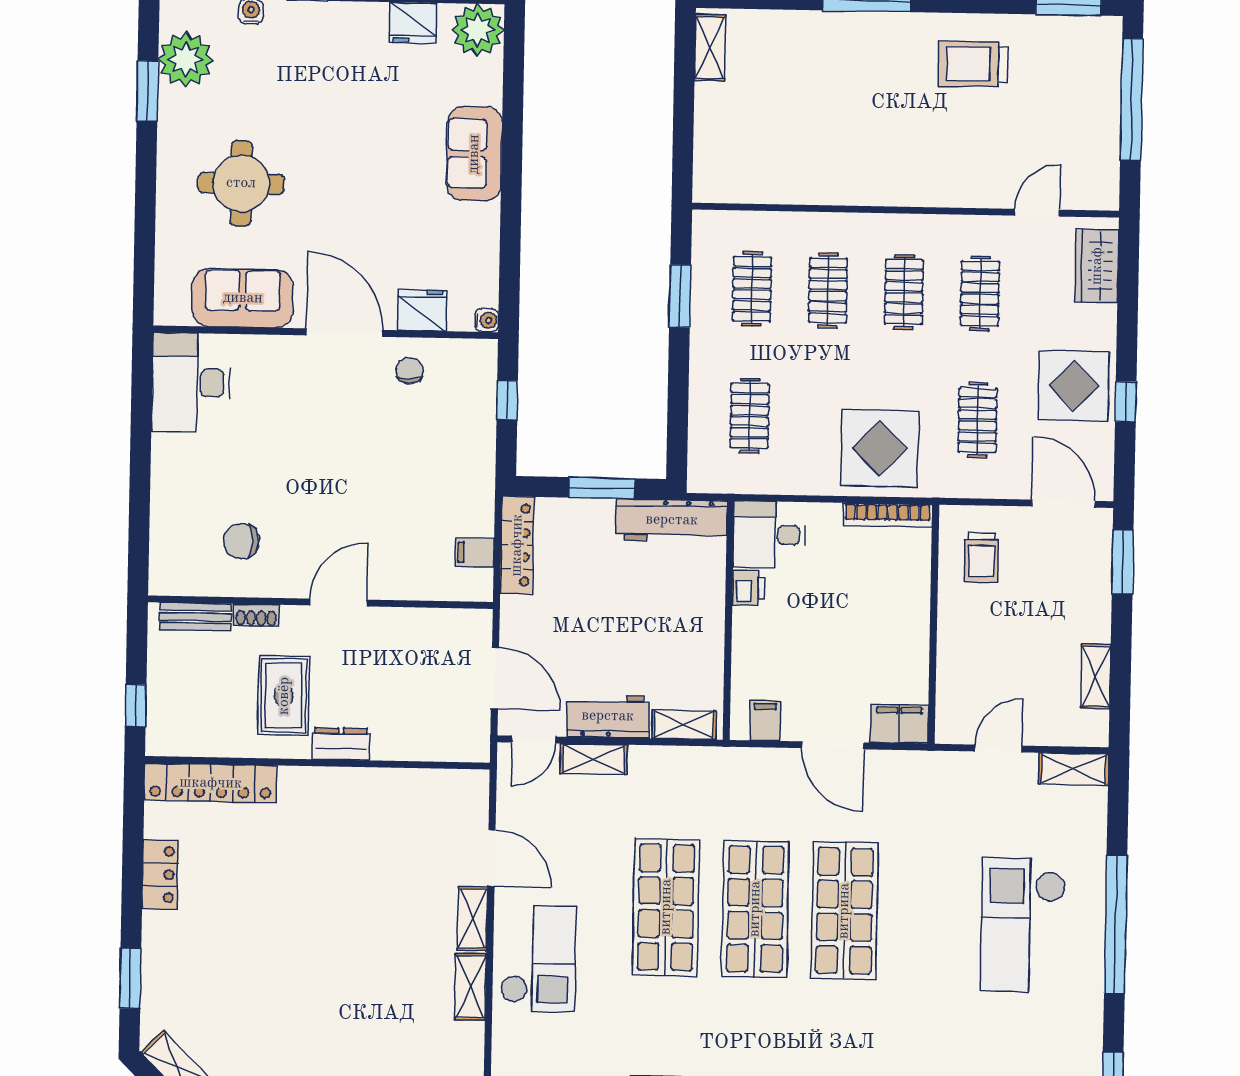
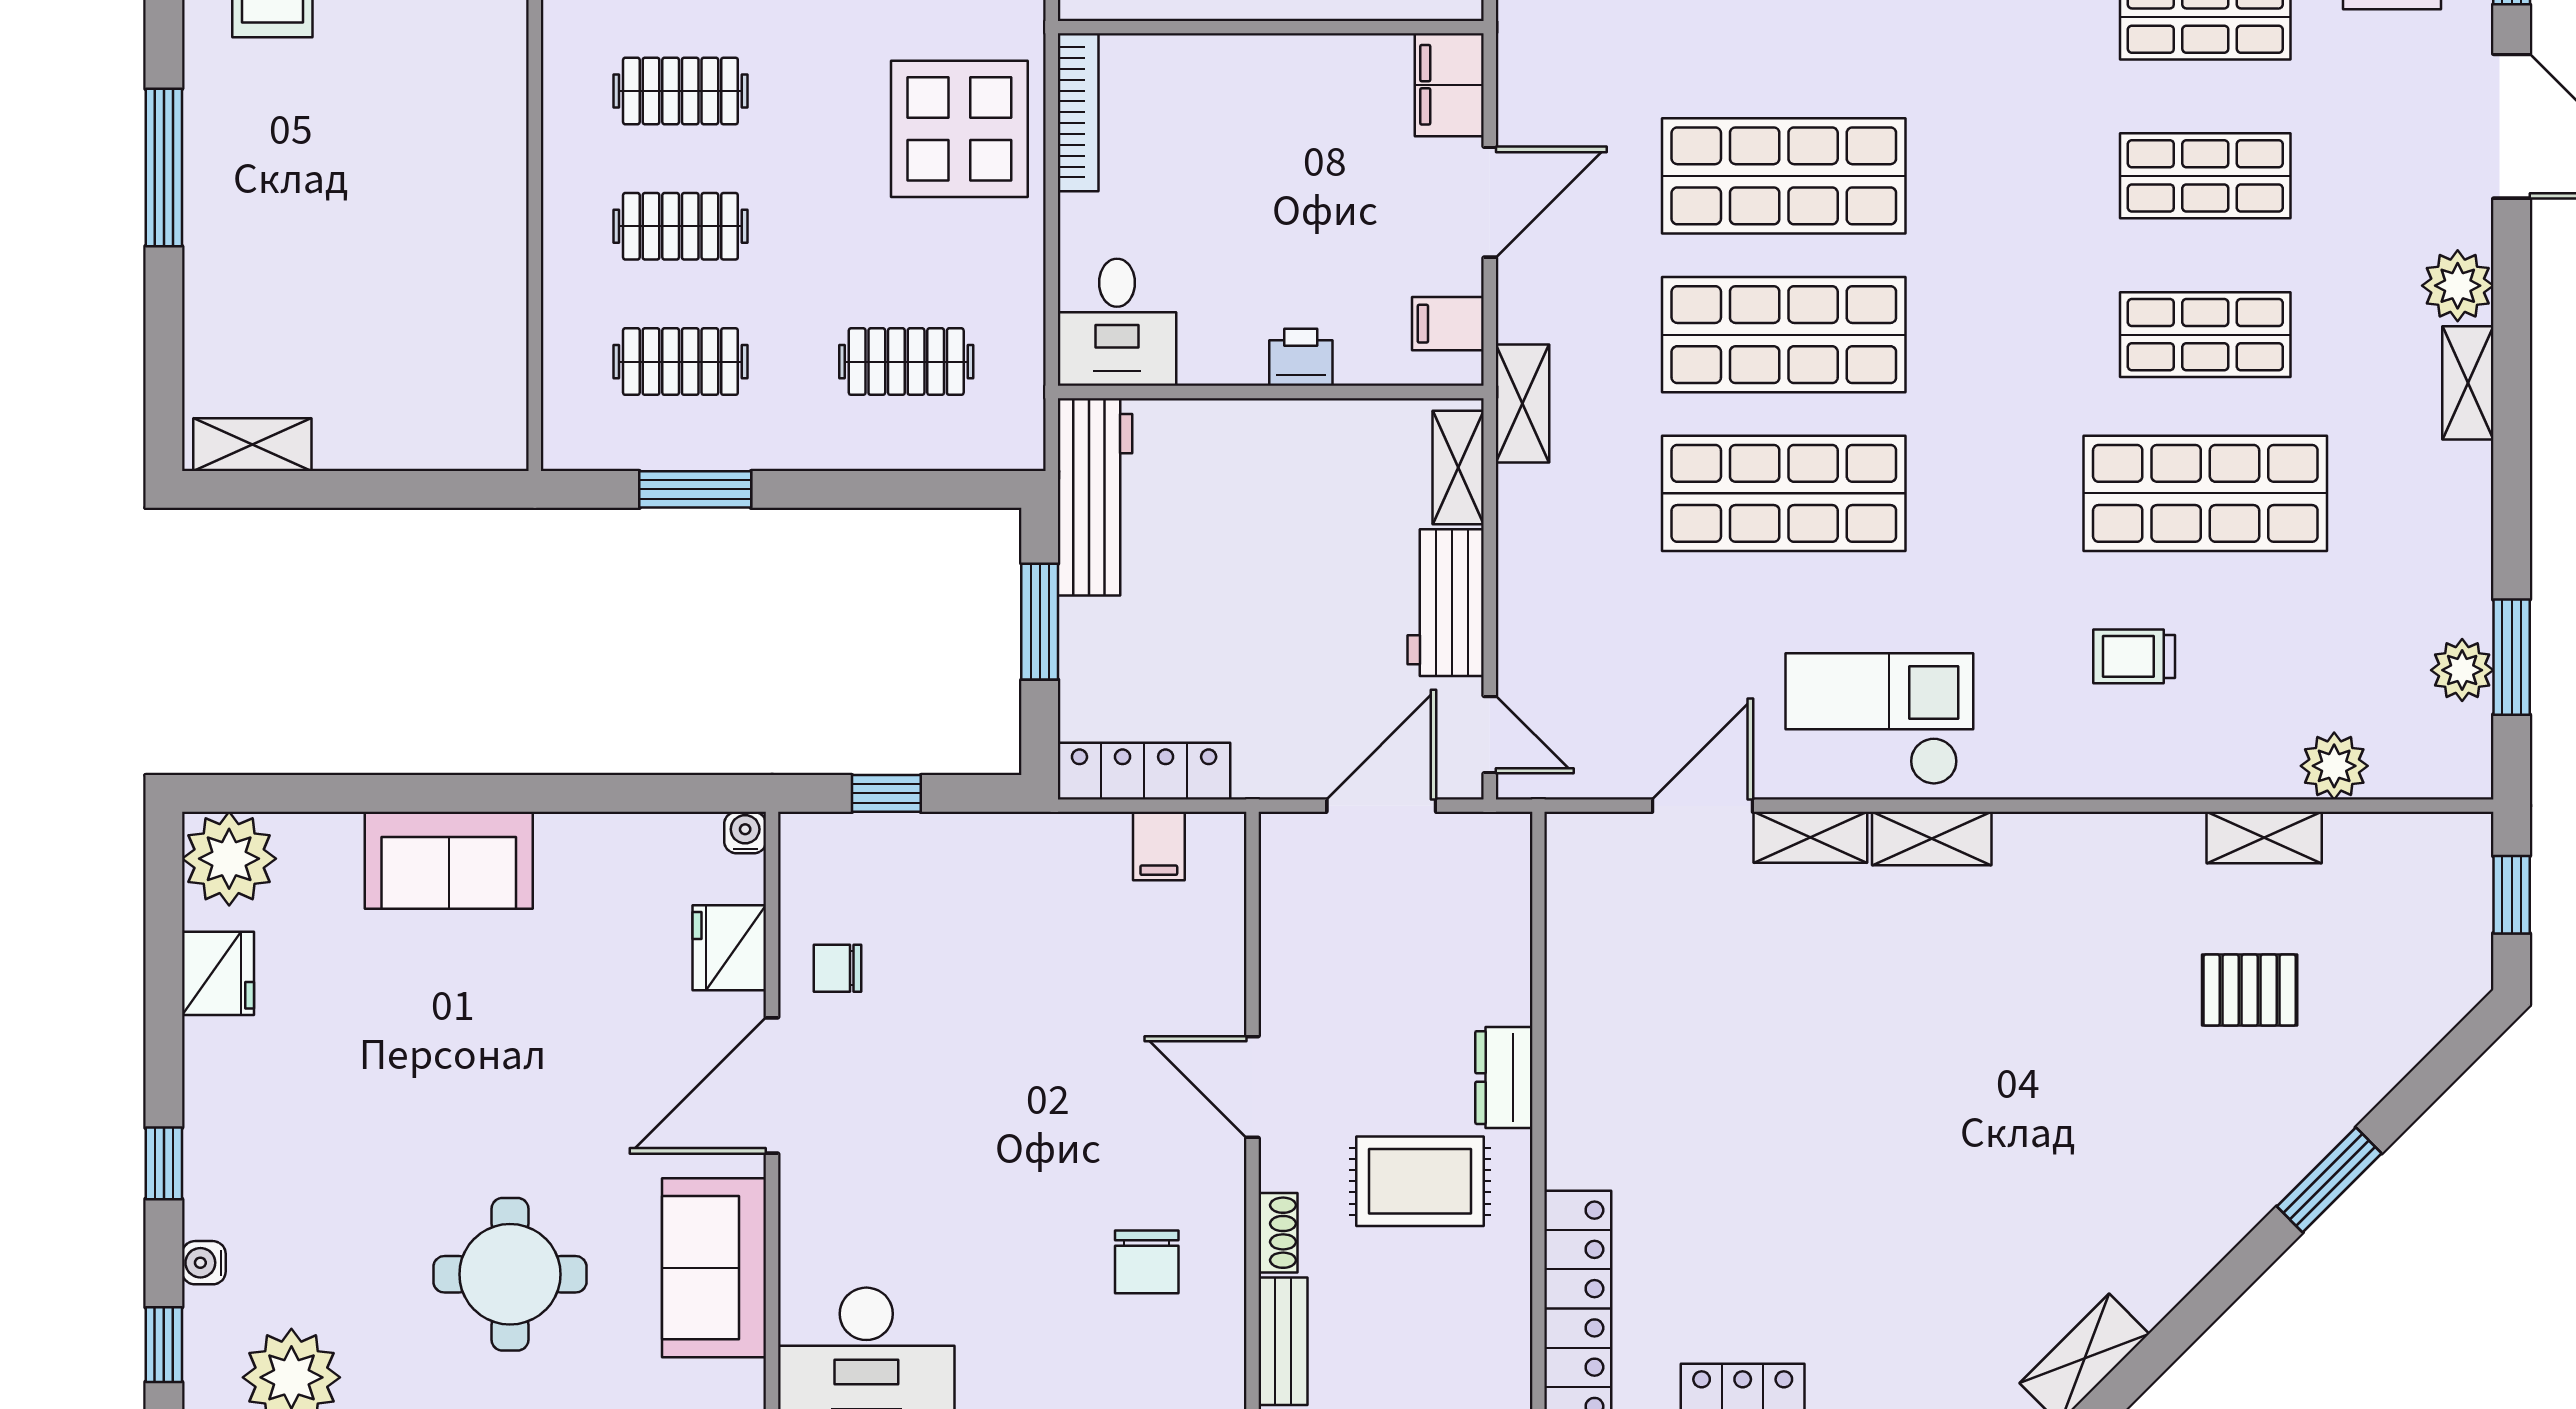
printer: (749, 588) -> (1301, 357), moved
shelving: (594, 759) -> (1522, 403), moved

